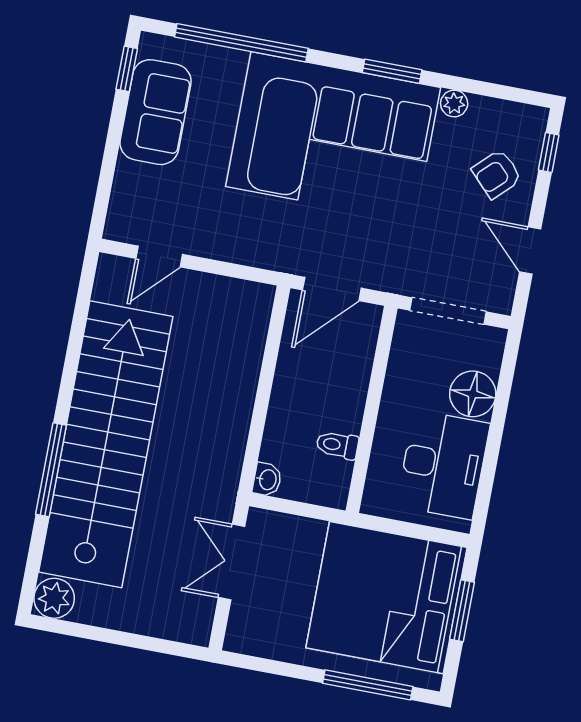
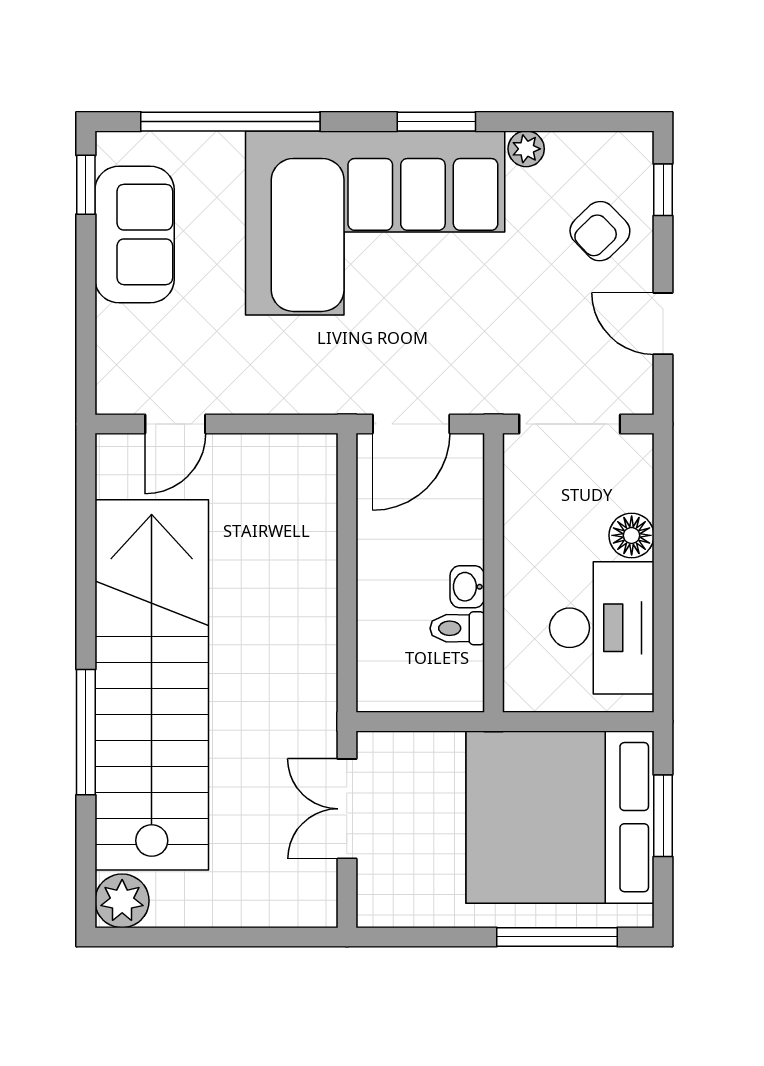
floor lamp: (473, 394) -> (632, 535), width x0.73, depth x0.73
washbasin: (267, 480) -> (467, 587), moved, turned 180

